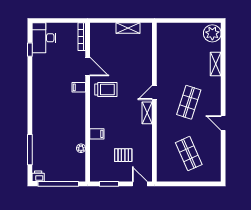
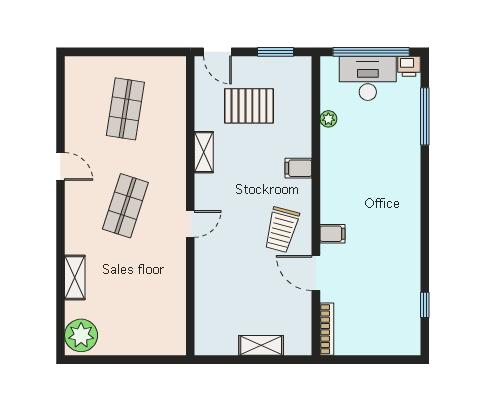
shelving: (128, 28) -> (261, 345), moved
desk: (44, 38) -> (368, 78), moved, turned -90
trolley: (106, 89) -> (282, 230), turned -75
shelving: (147, 113) -> (204, 152), moved
filing cabinet: (97, 134) -> (298, 168), moved
shop shelf: (189, 154) -> (125, 109), turned 33
pallet: (123, 155) -> (249, 106), width x1.50, depth x1.42

